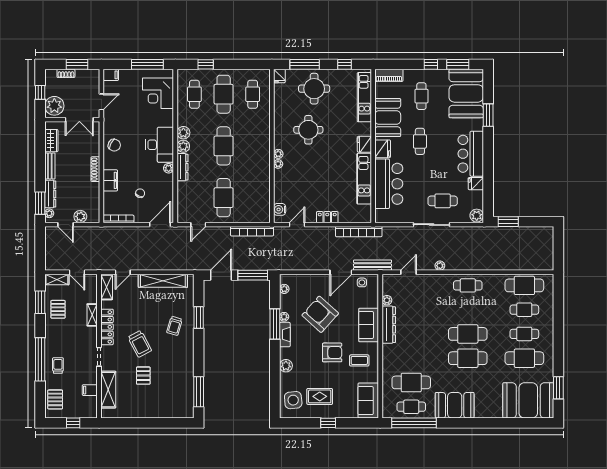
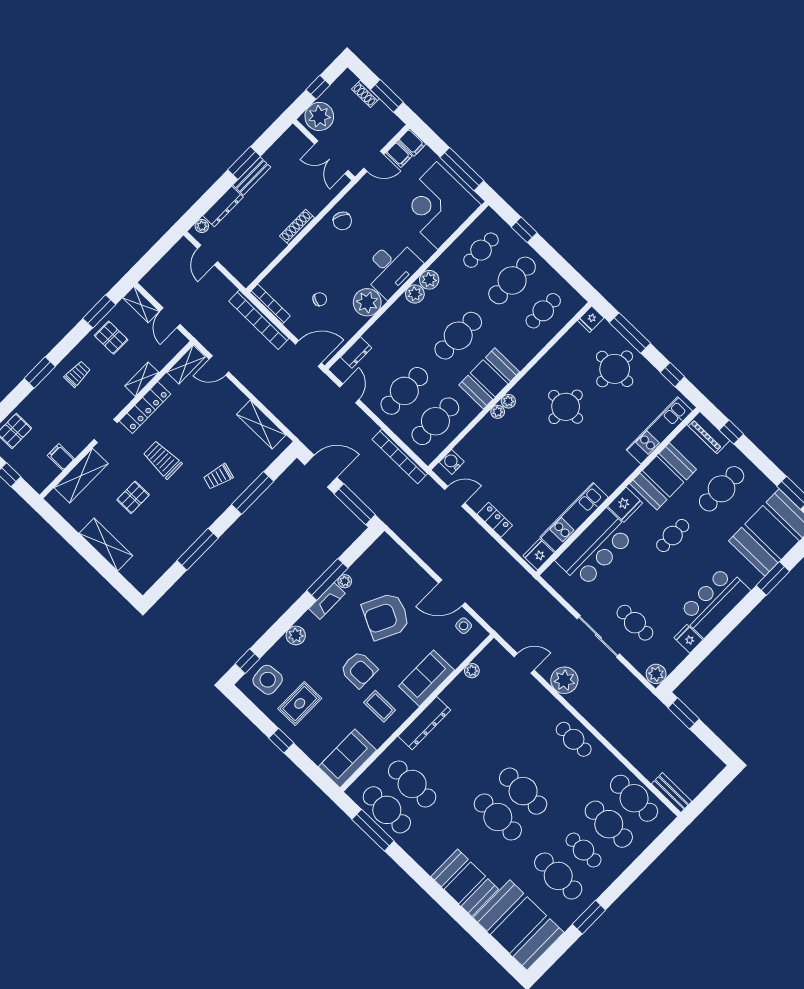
window: (431, 64) -> (731, 432), moved
corner desk: (158, 93) -> (437, 205), width x1.36, depth x1.36
cafe table: (421, 96) -> (722, 489), width x1.37, depth x1.35
wardrobe: (51, 141) -> (280, 151), removed
fridge: (364, 144) -> (539, 554), moved
booth: (258, 152) -> (489, 378), added
dresser: (182, 167) -> (356, 353), moved, width x0.70
plant: (169, 168) -> (367, 302), width x1.88, depth x1.88
filing cabinet: (110, 180) -> (399, 155), moved, width x0.50
cafe table: (253, 198) -> (435, 421), added
window: (40, 203) -> (244, 163), moved
plant: (80, 216) -> (232, 262), removed
door: (198, 225) -> (349, 393), swing flipped
bookcase: (359, 232) -> (259, 320), moved
bench: (373, 265) -> (672, 793), moved, width x0.73
plant: (440, 266) -> (564, 680), width x1.88, depth x1.88
shelving: (163, 281) -> (261, 425), width x0.68
plant: (284, 289) -> (374, 552), removed
pallet: (58, 309) -> (111, 338), turned 90
cafe table: (524, 310) -> (609, 824), width x1.37, depth x1.35
armchair: (320, 314) -> (386, 616), turned -106
window: (199, 318) -> (253, 493), width x1.44
dresser: (389, 325) -> (424, 723), moved
trolley: (140, 344) -> (162, 460), turned 118
window: (40, 359) -> (40, 372), width x0.47
trolley: (58, 365) -> (77, 374), moved
window: (558, 388) -> (589, 917), moved
window: (199, 392) -> (198, 549), moved
rug: (320, 396) -> (300, 703), turned 90
window: (275, 401) -> (247, 661), added
booth: (455, 405) -> (465, 883), moved
cafe table: (411, 407) -> (387, 810), width x1.37, depth x1.35
shelving: (152, 411) -> (106, 544), added
window: (414, 423) -> (373, 830), width x0.68

